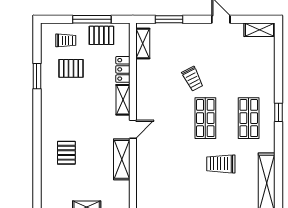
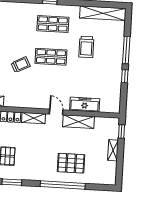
window: (37, 143) -> (63, 185), added
pallet: (66, 153) -> (71, 163), width x1.50, depth x1.42
freezer: (145, 166) -> (85, 105), added

